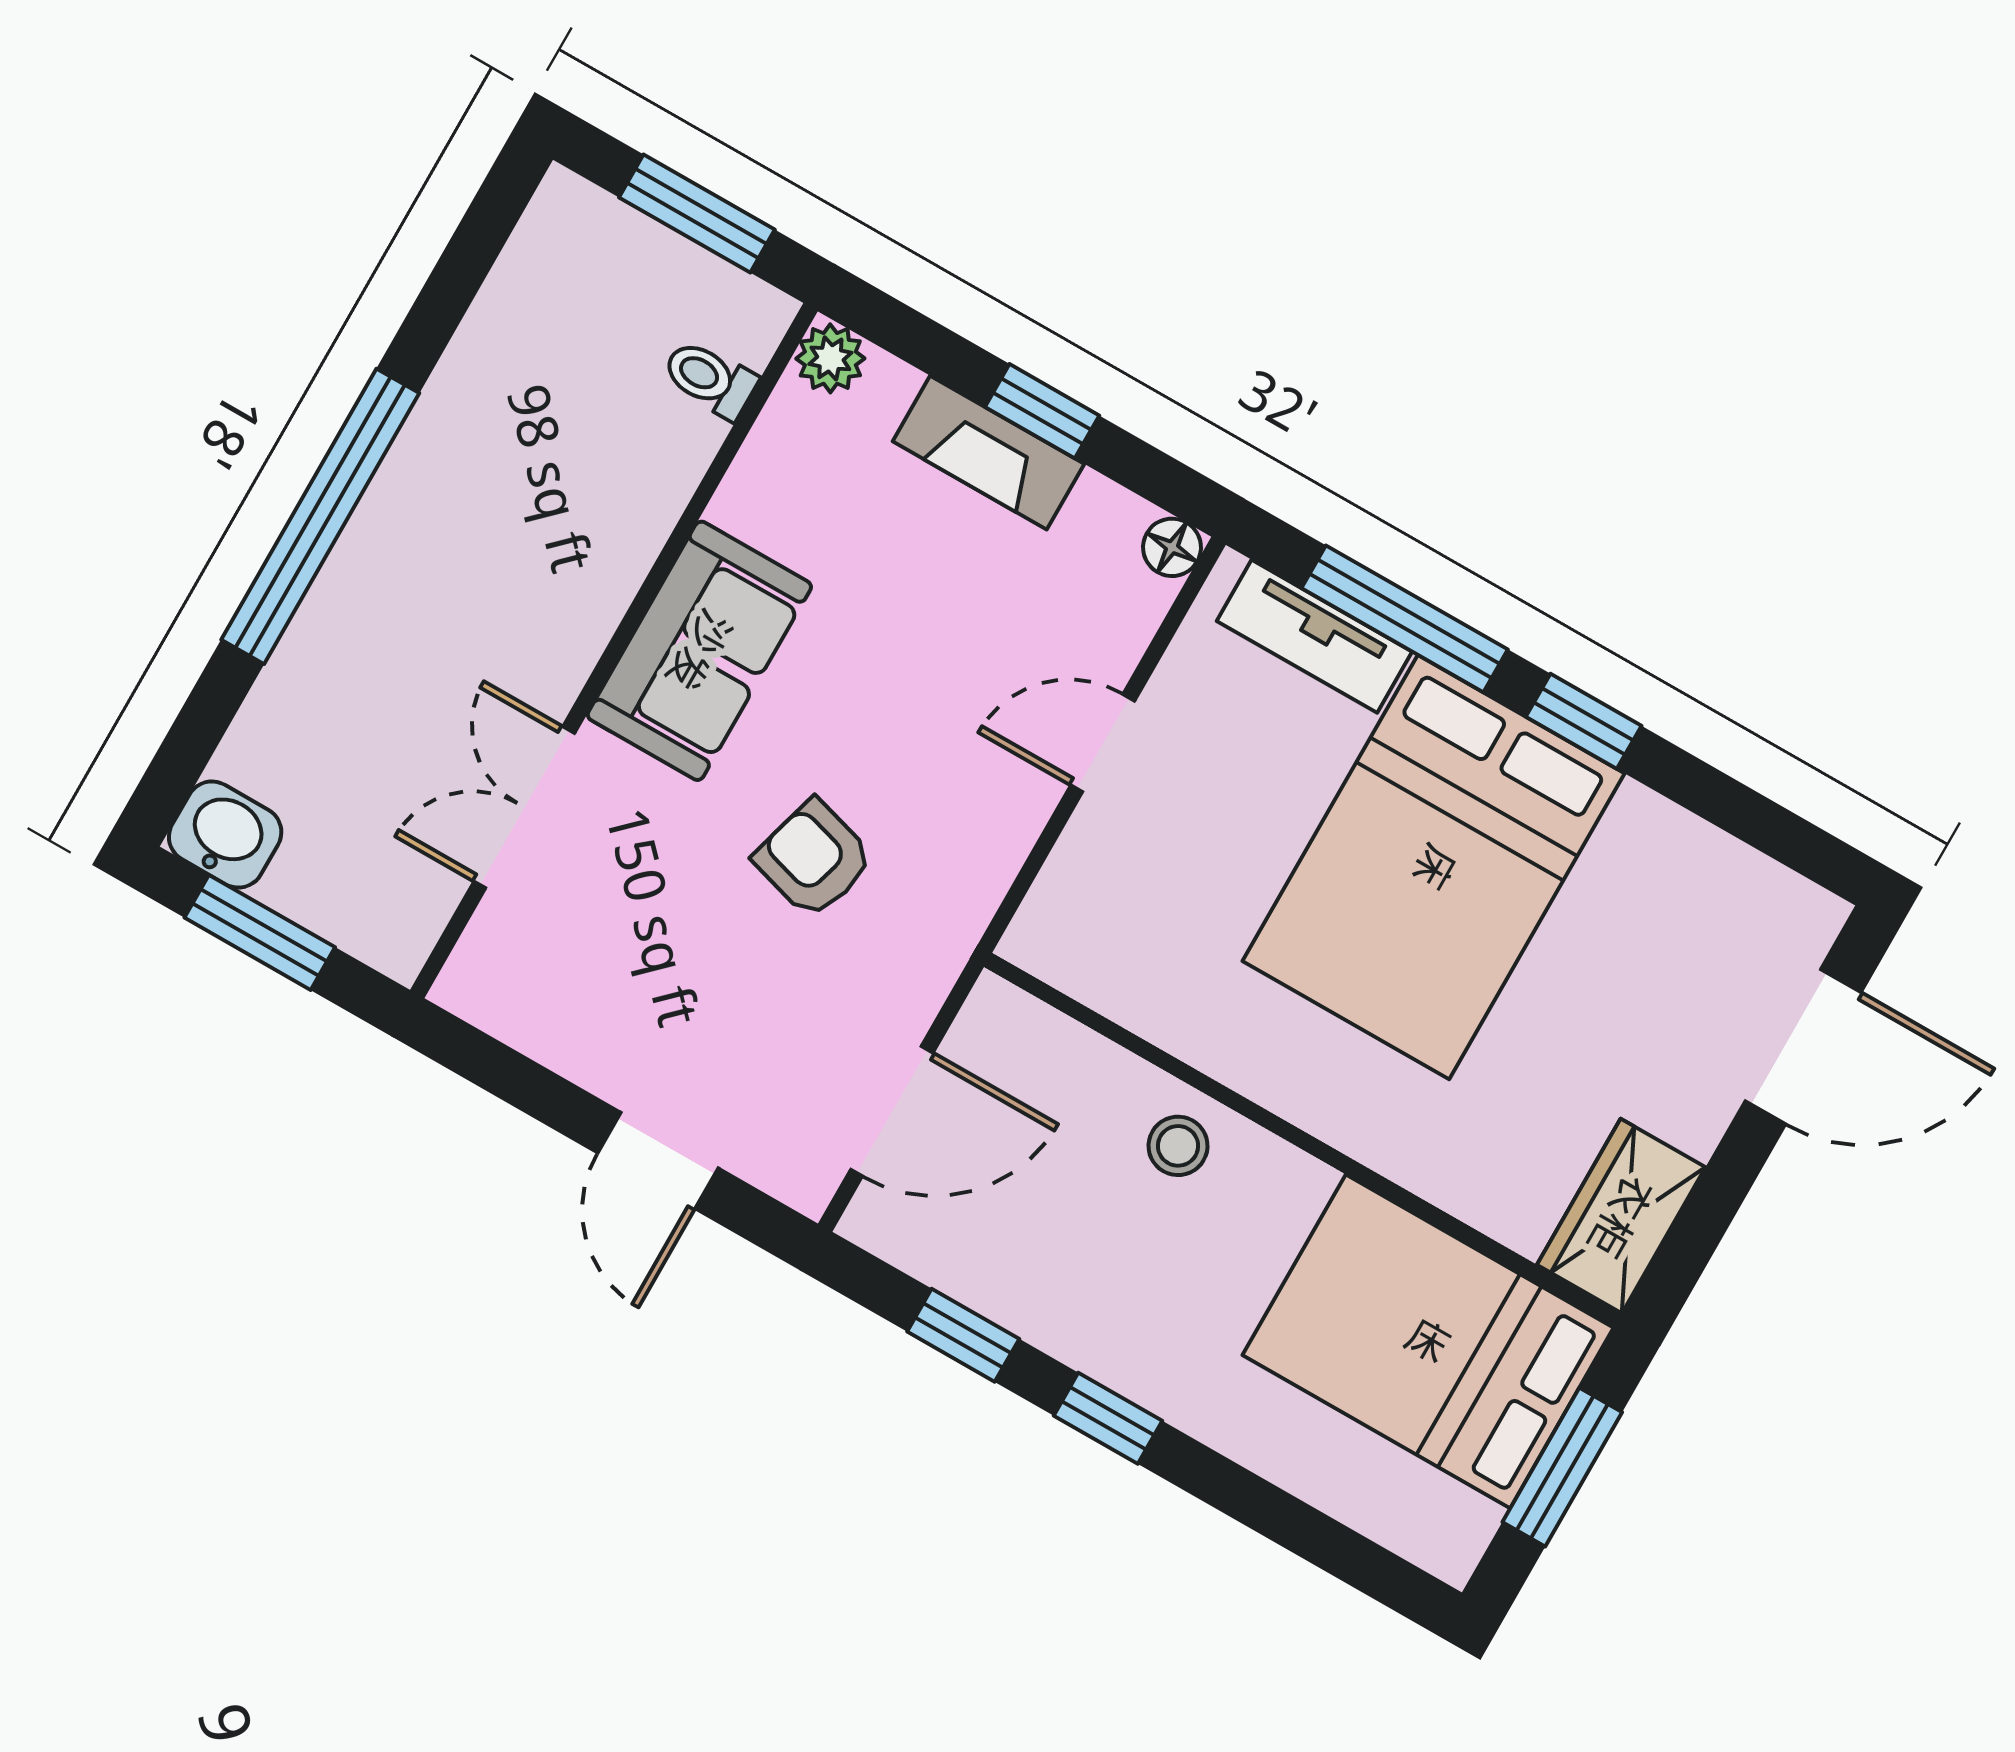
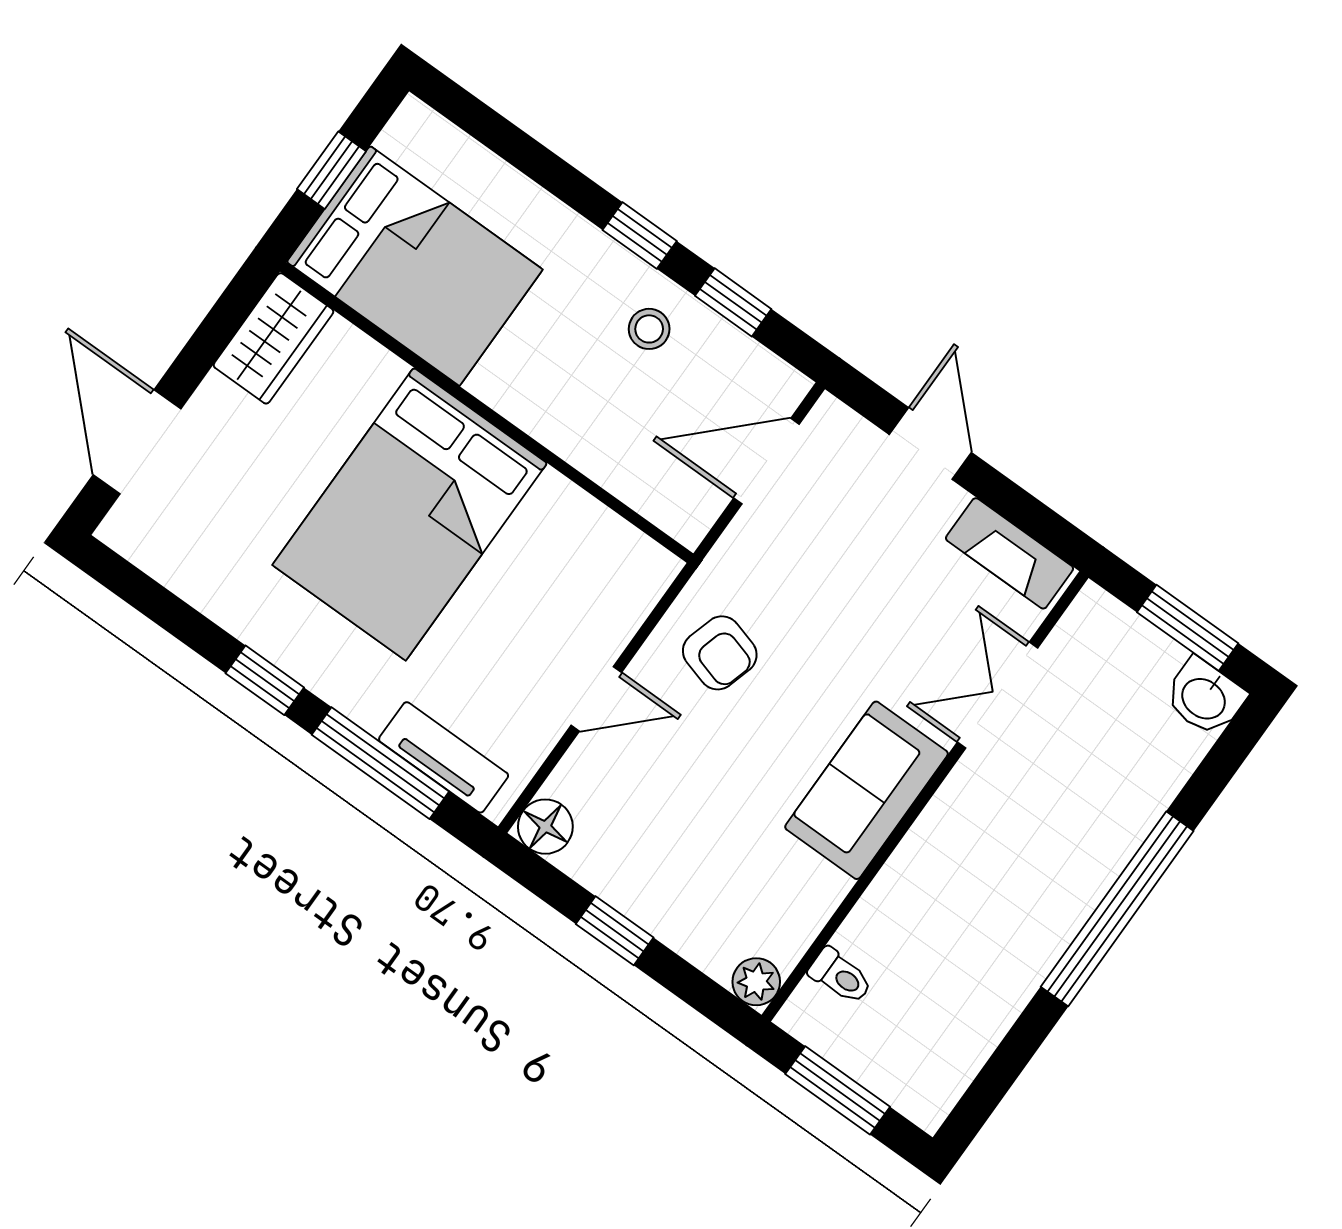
fireplace: (988, 453) -> (1010, 553), moved, turned 180
floor lamp: (1172, 547) -> (545, 827), width x1.37, depth x1.37
double door: (524, 807) -> (998, 695), swing flipped
armchair: (814, 859) -> (720, 653), moved
bed: (1434, 867) -> (410, 514), moved, turned 180
door: (1803, 1047) -> (137, 442), hinge flipped
stool: (1178, 1146) -> (649, 329), moved
window: (1562, 1467) -> (331, 170), width x0.67

